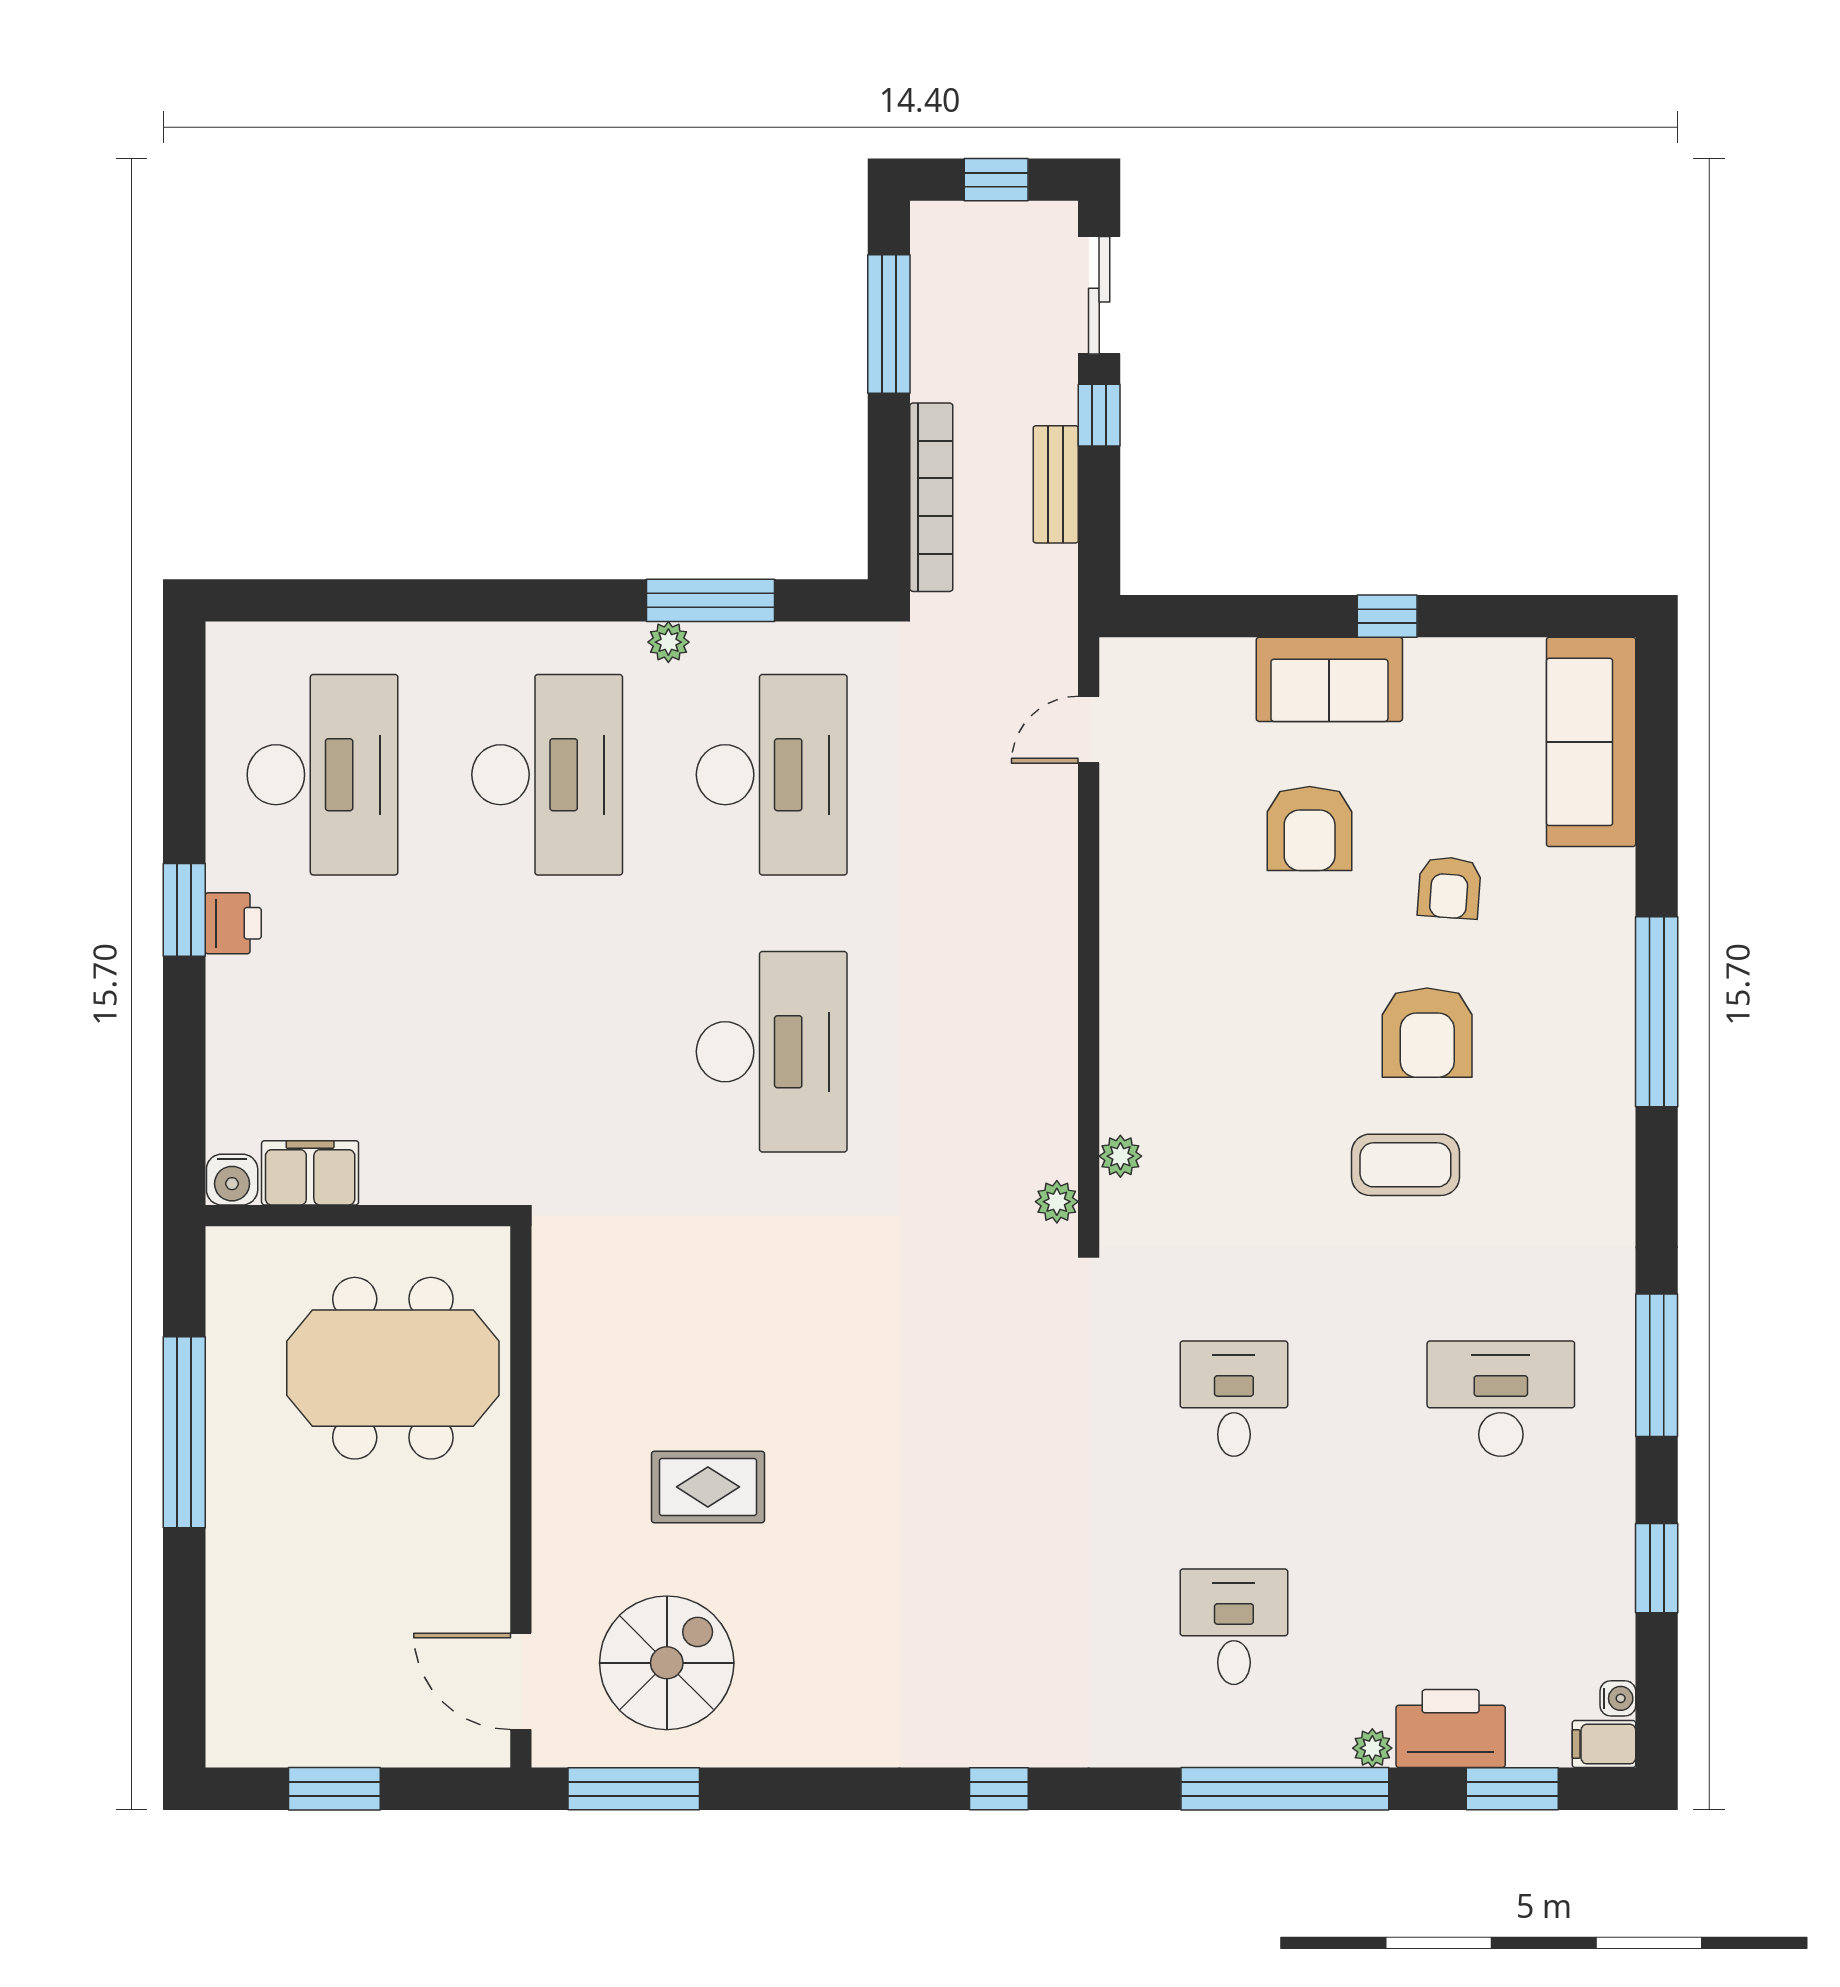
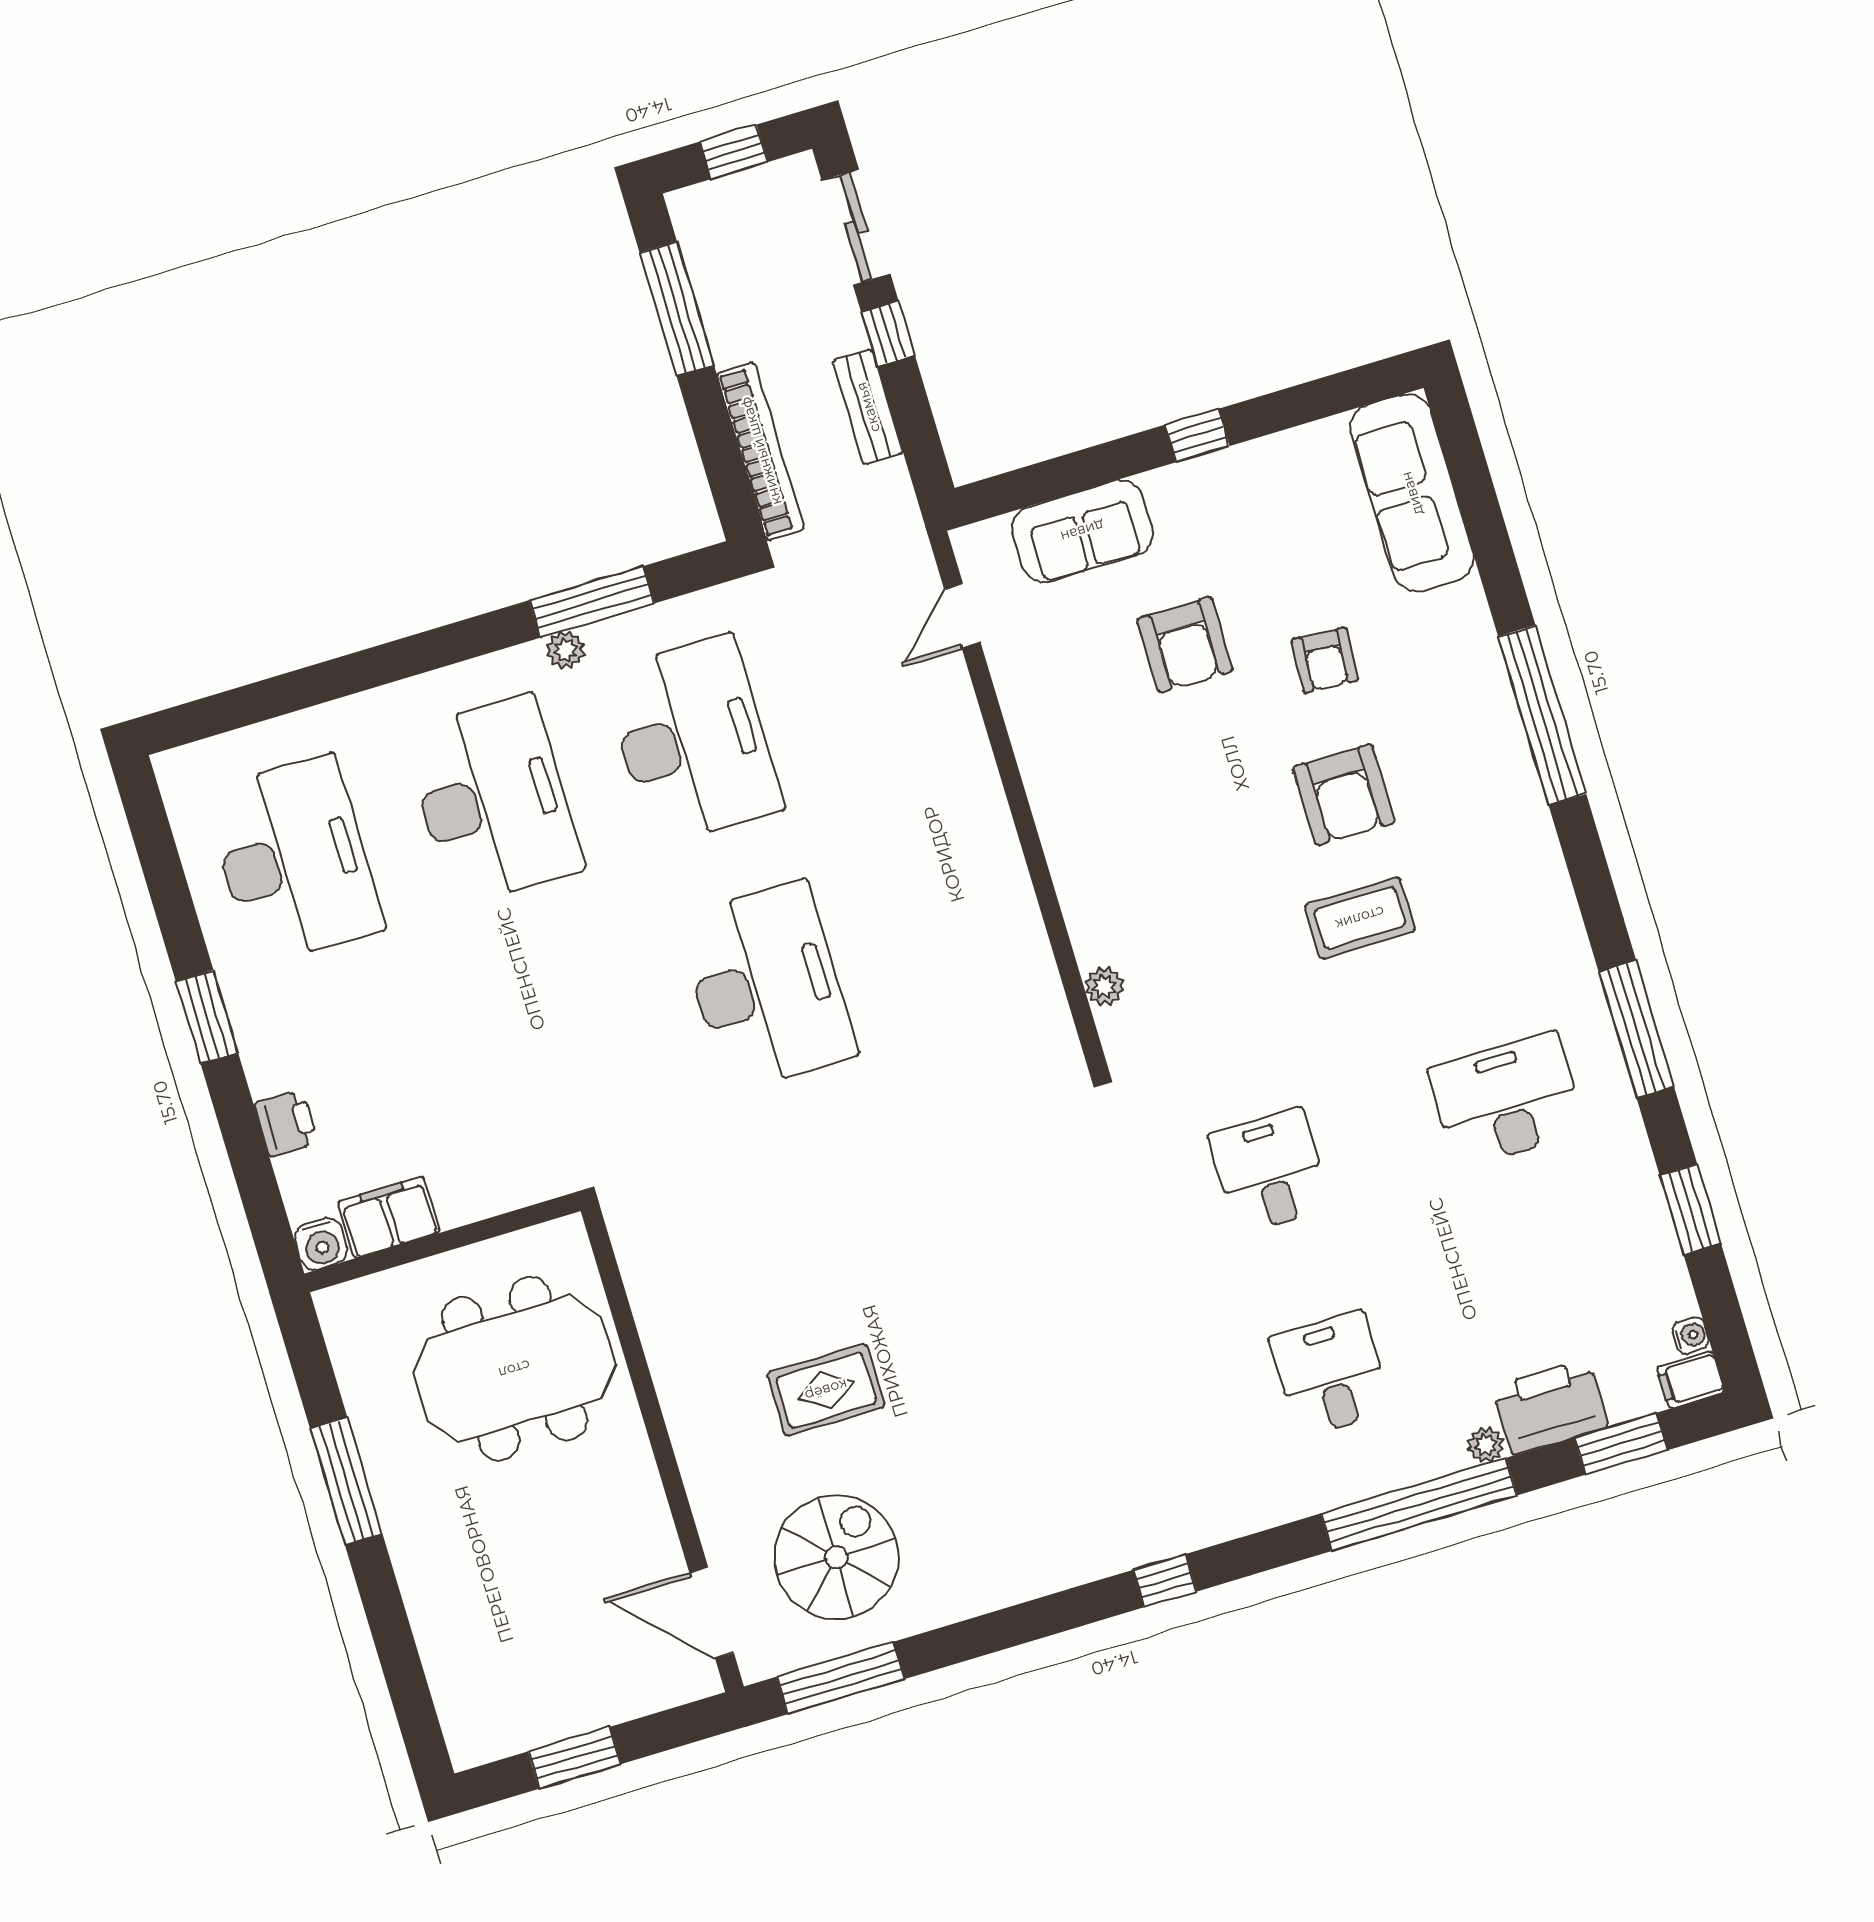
sofa: (1329, 679) -> (1082, 531), moved
printer: (233, 923) -> (286, 1123), moved
plant: (1057, 1202) -> (1060, 1044), removed
window: (184, 1432) -> (346, 1481), width x0.68

